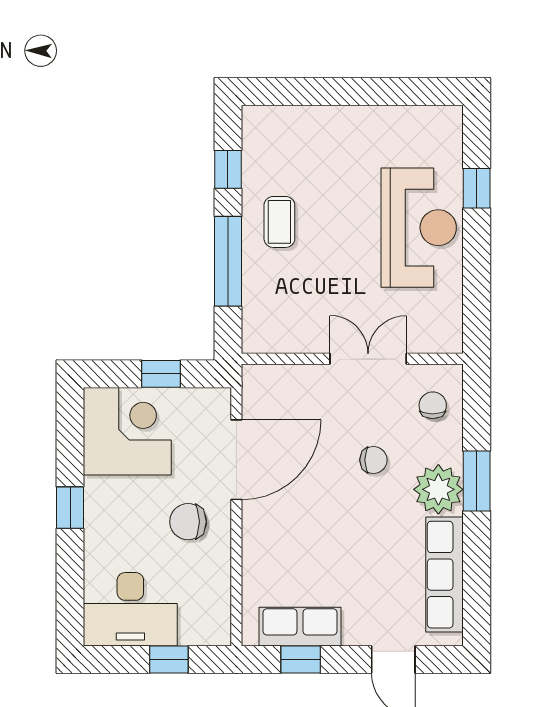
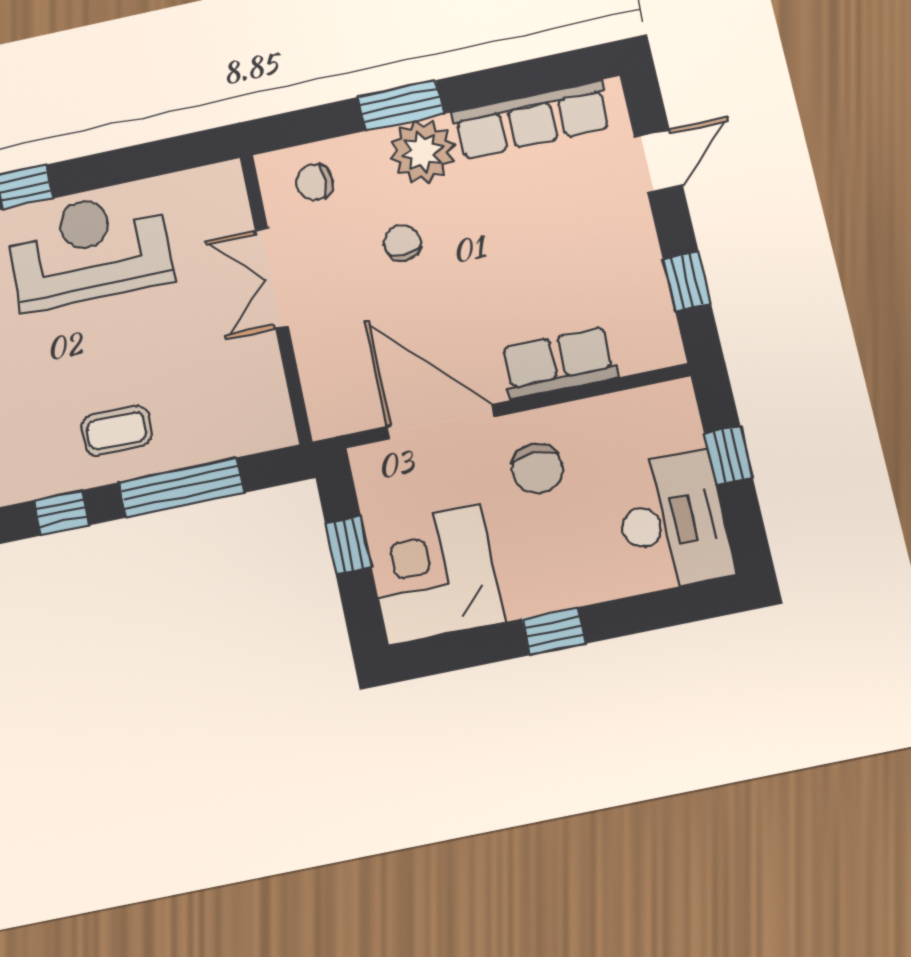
row of seats: (300, 627) -> (559, 363), moved, turned 90

